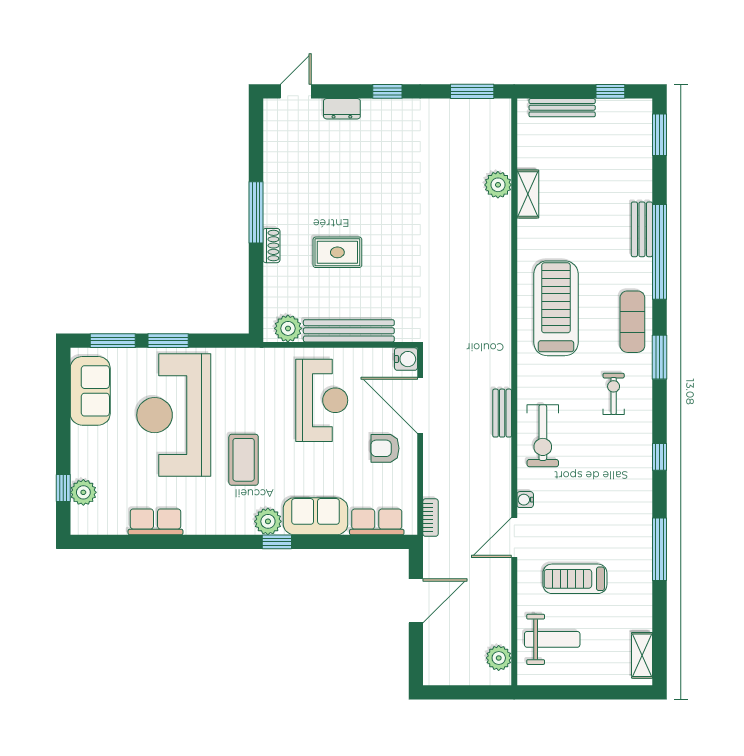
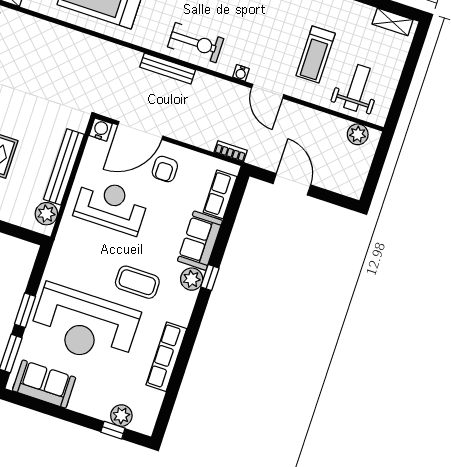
bench: (502, 413) -> (168, 69), width x1.36
row of seats: (156, 522) -> (166, 357), width x1.48

